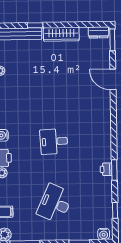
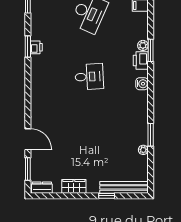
wardrobe: (61, 34) -> (74, 186), width x0.67
window: (112, 40) -> (28, 169), moved

